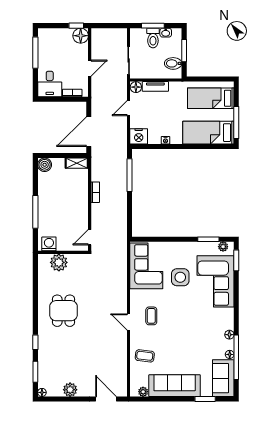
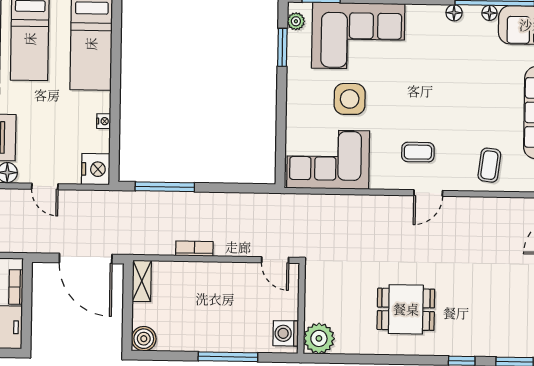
plant: (59, 262) -> (319, 338), moved

